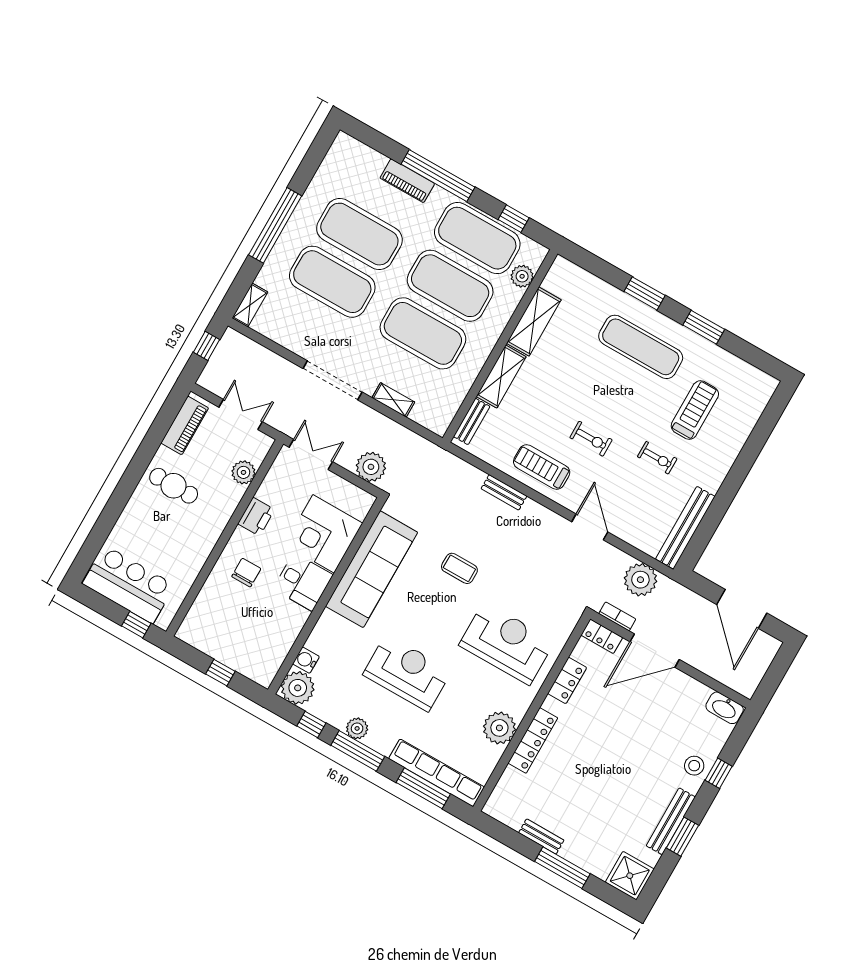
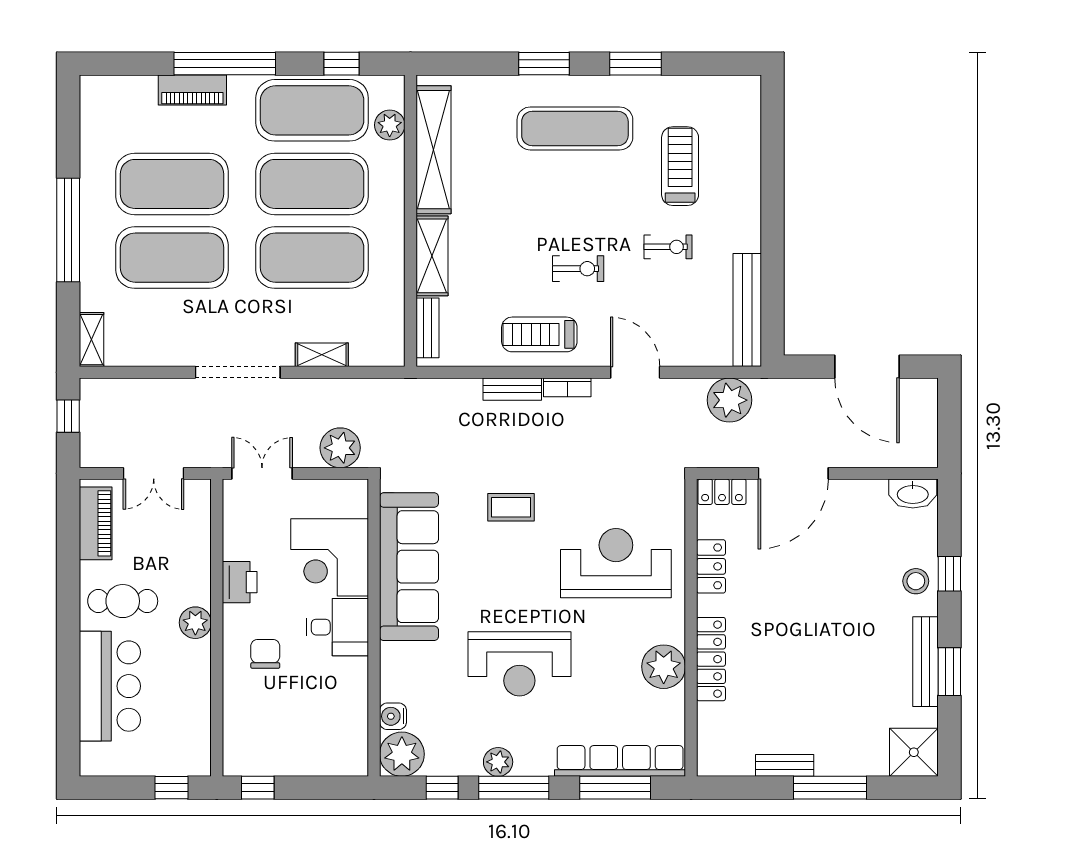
shelving: (534, 322) -> (434, 150), width x1.47
double door: (241, 414) -> (154, 473), swing flipped
plant: (243, 472) -> (195, 623), moved
bar counter: (129, 584) -> (110, 686), moved, turned 90
bookcase: (617, 616) -> (567, 387), moved, turned 180
window: (220, 673) -> (258, 788), moved
reception desk: (407, 673) -> (519, 664), turned 180

